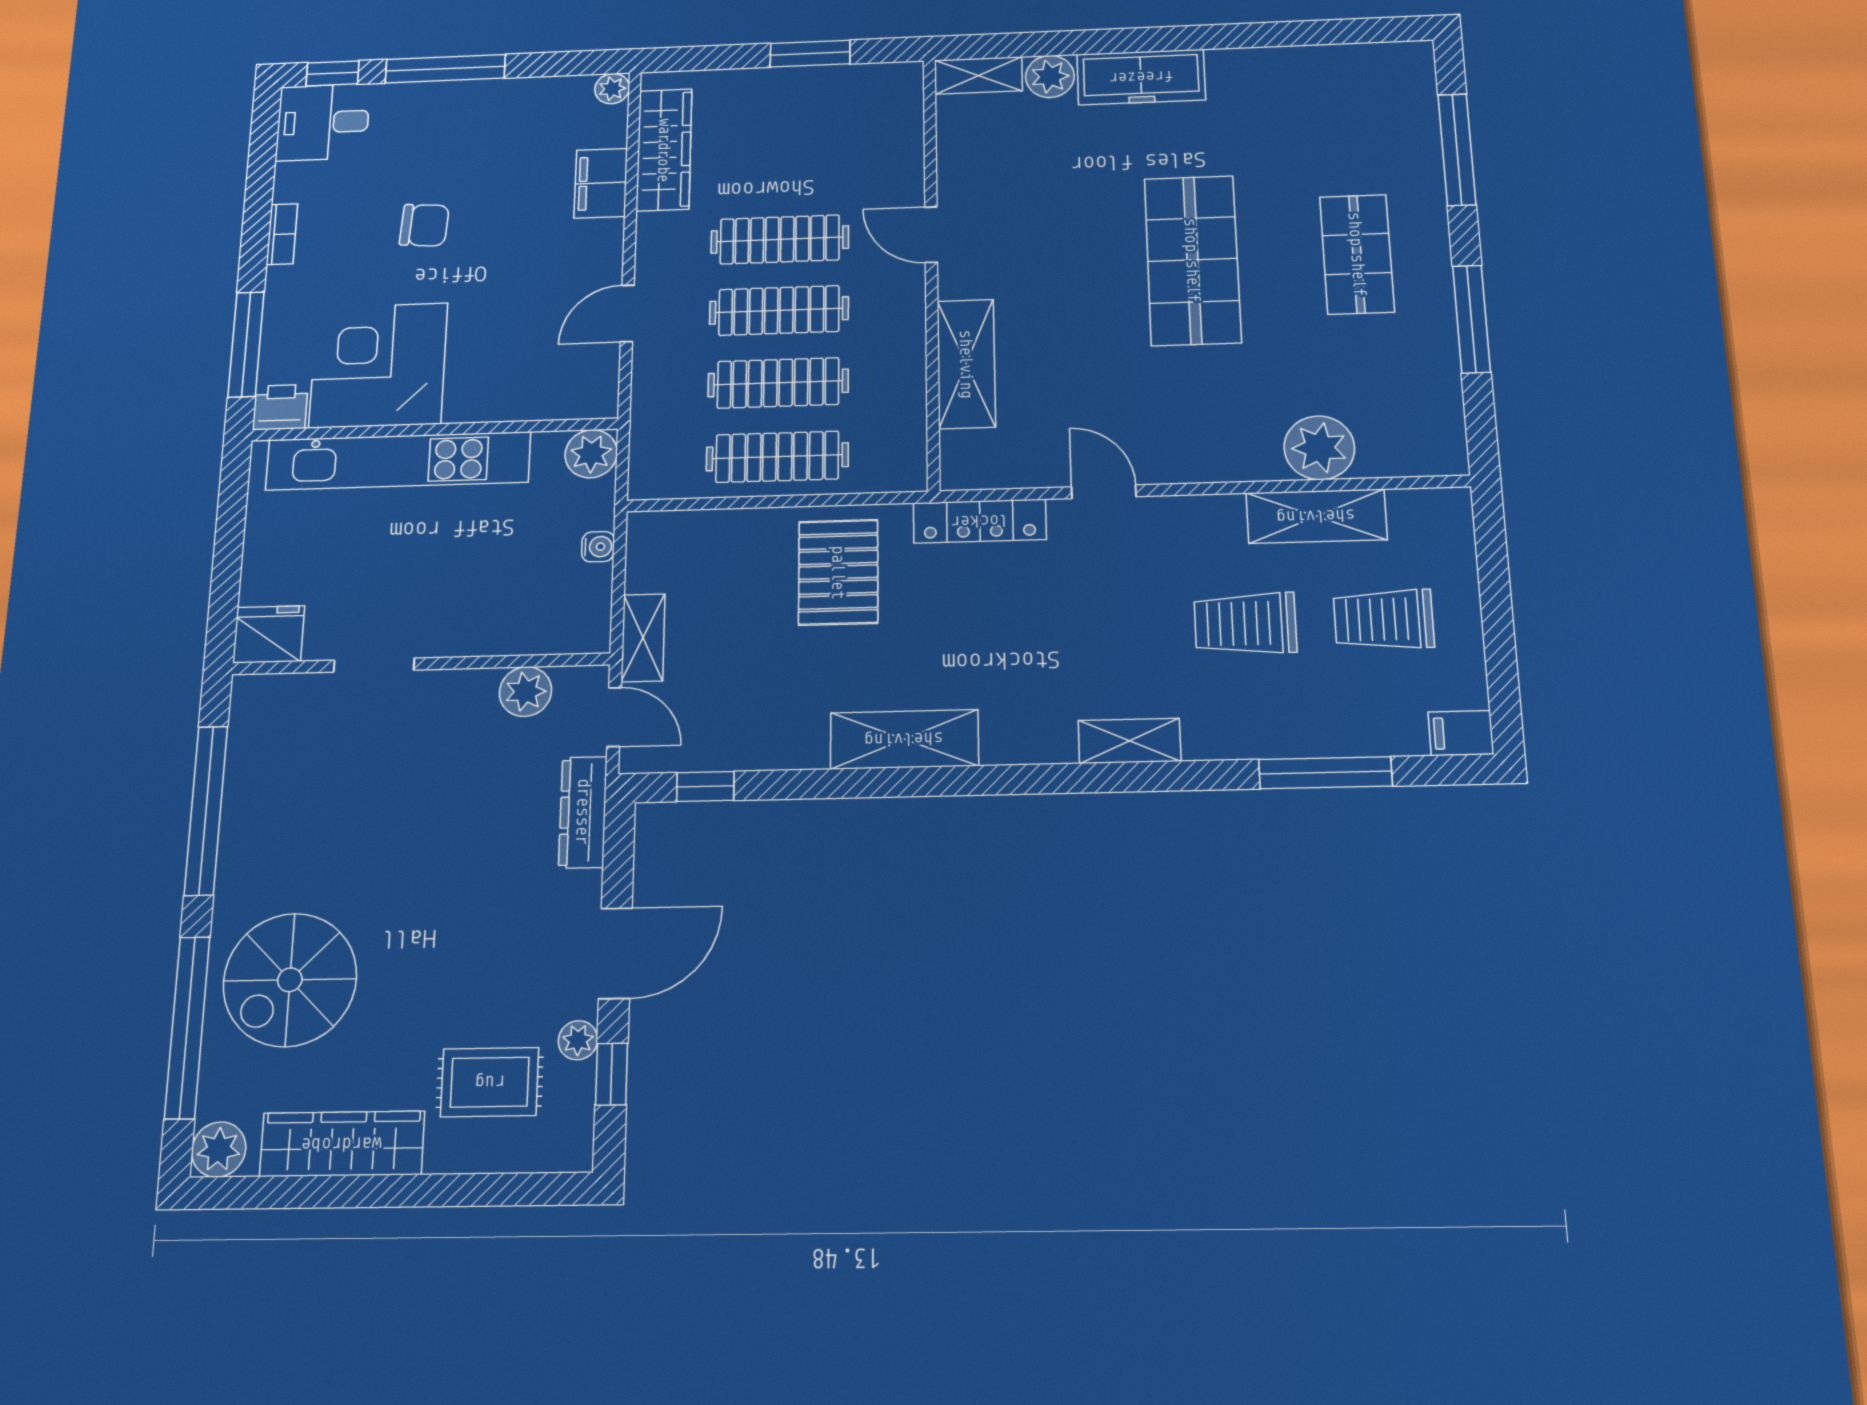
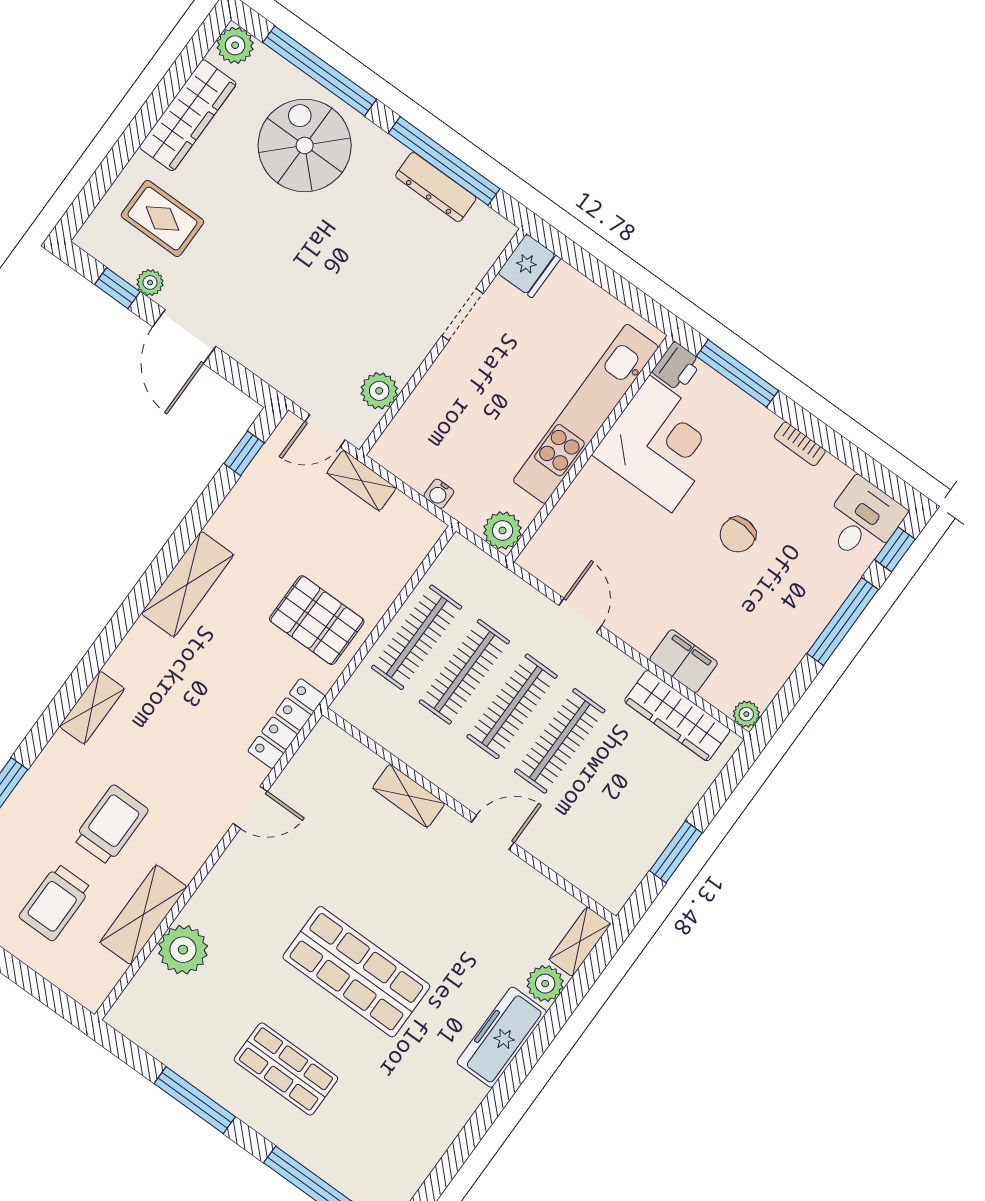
shelving: (966, 364) -> (409, 796), width x0.67, depth x0.75
trolley: (1384, 619) -> (55, 903), turned 180
dresser: (583, 812) -> (436, 187), moved, turned 180
rug: (490, 1082) -> (162, 219), turned 90

